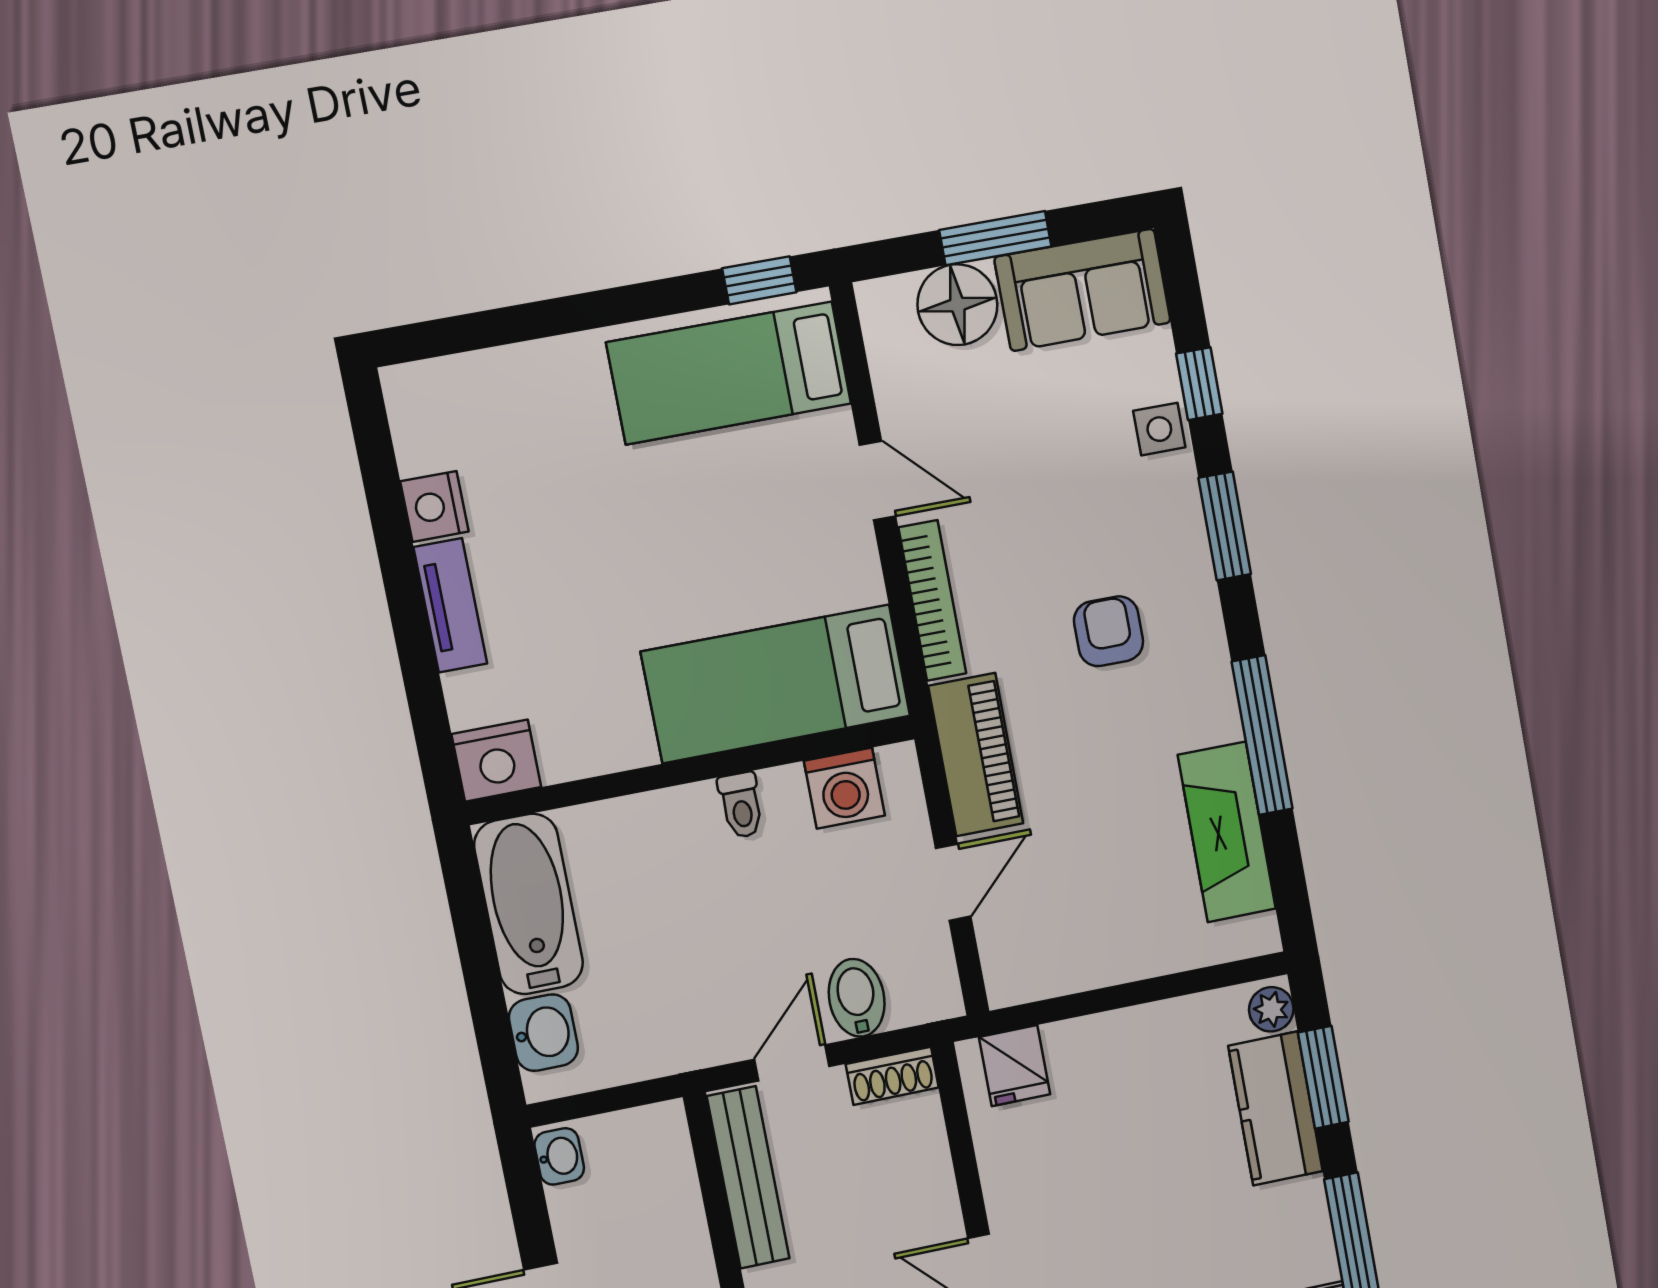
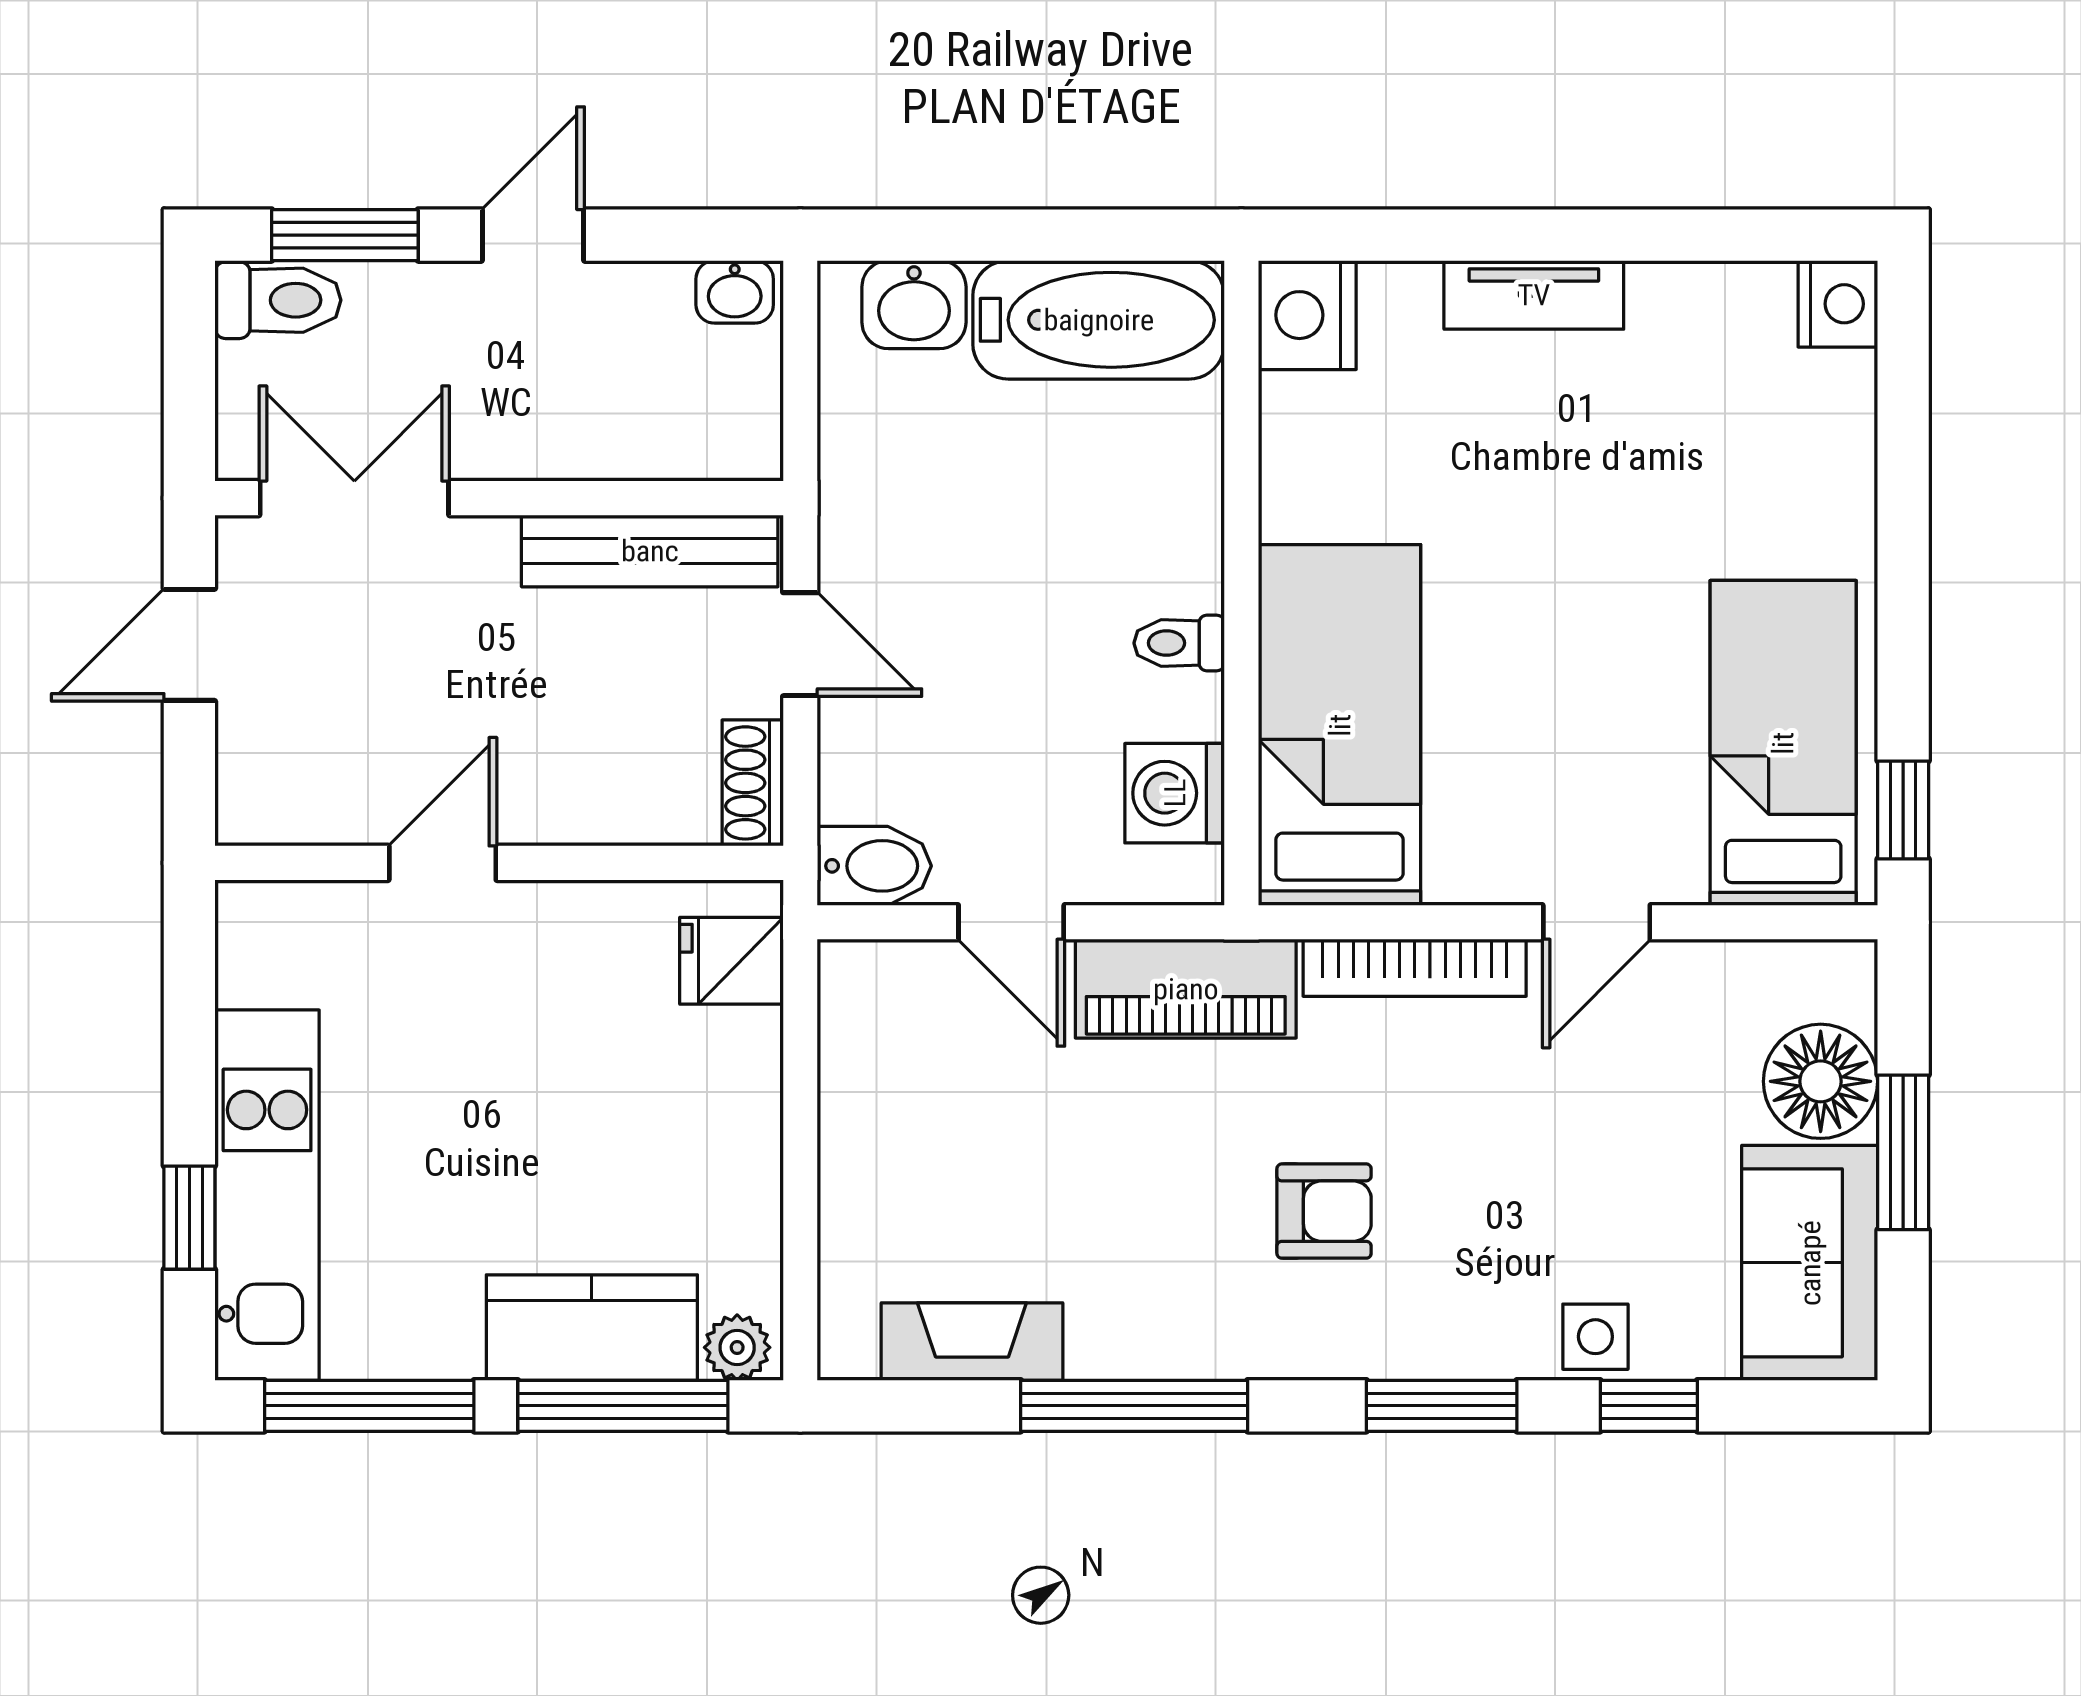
nightstand: (434, 506) -> (1838, 304), moved, turned 90
fireplace: (1227, 832) -> (972, 1342), width x0.73, depth x0.76
bidet: (857, 998) -> (874, 866), moved
window: (1323, 1077) -> (623, 1406), width x1.44

